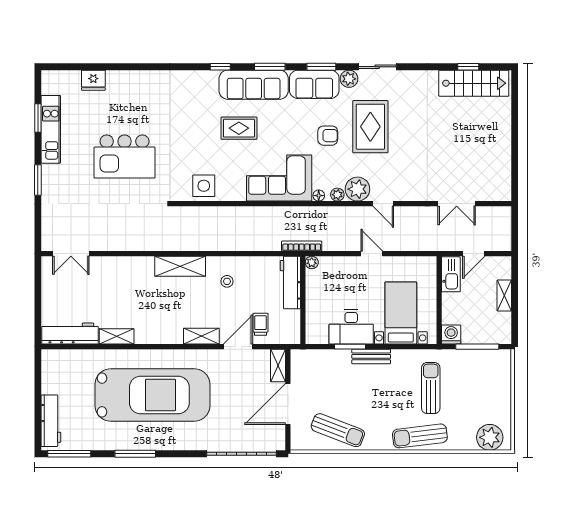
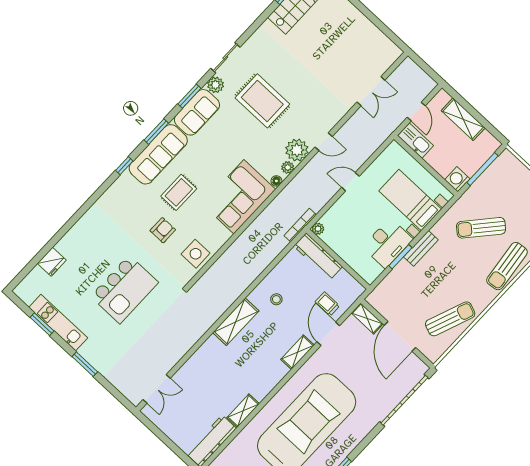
armchair: (328, 136) -> (163, 230), moved
shelving: (504, 295) -> (463, 119), width x1.50, depth x1.33
sun lounger: (431, 388) -> (481, 228), turned -49

